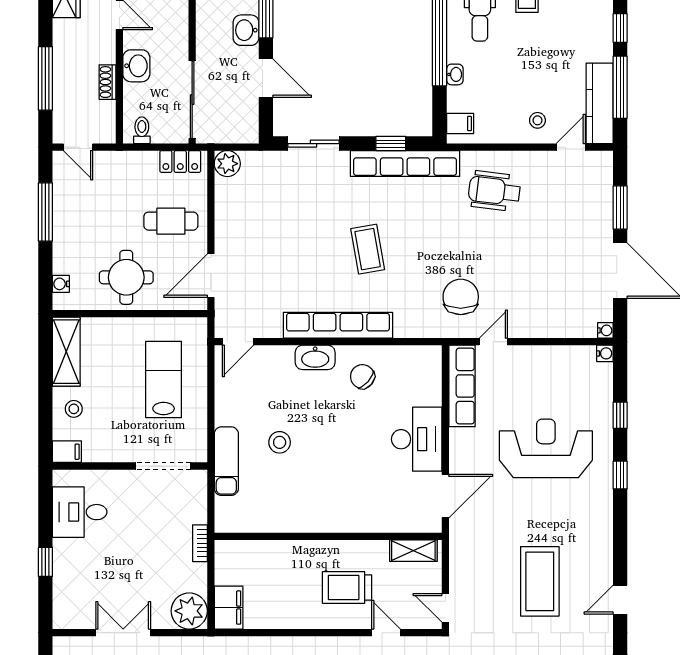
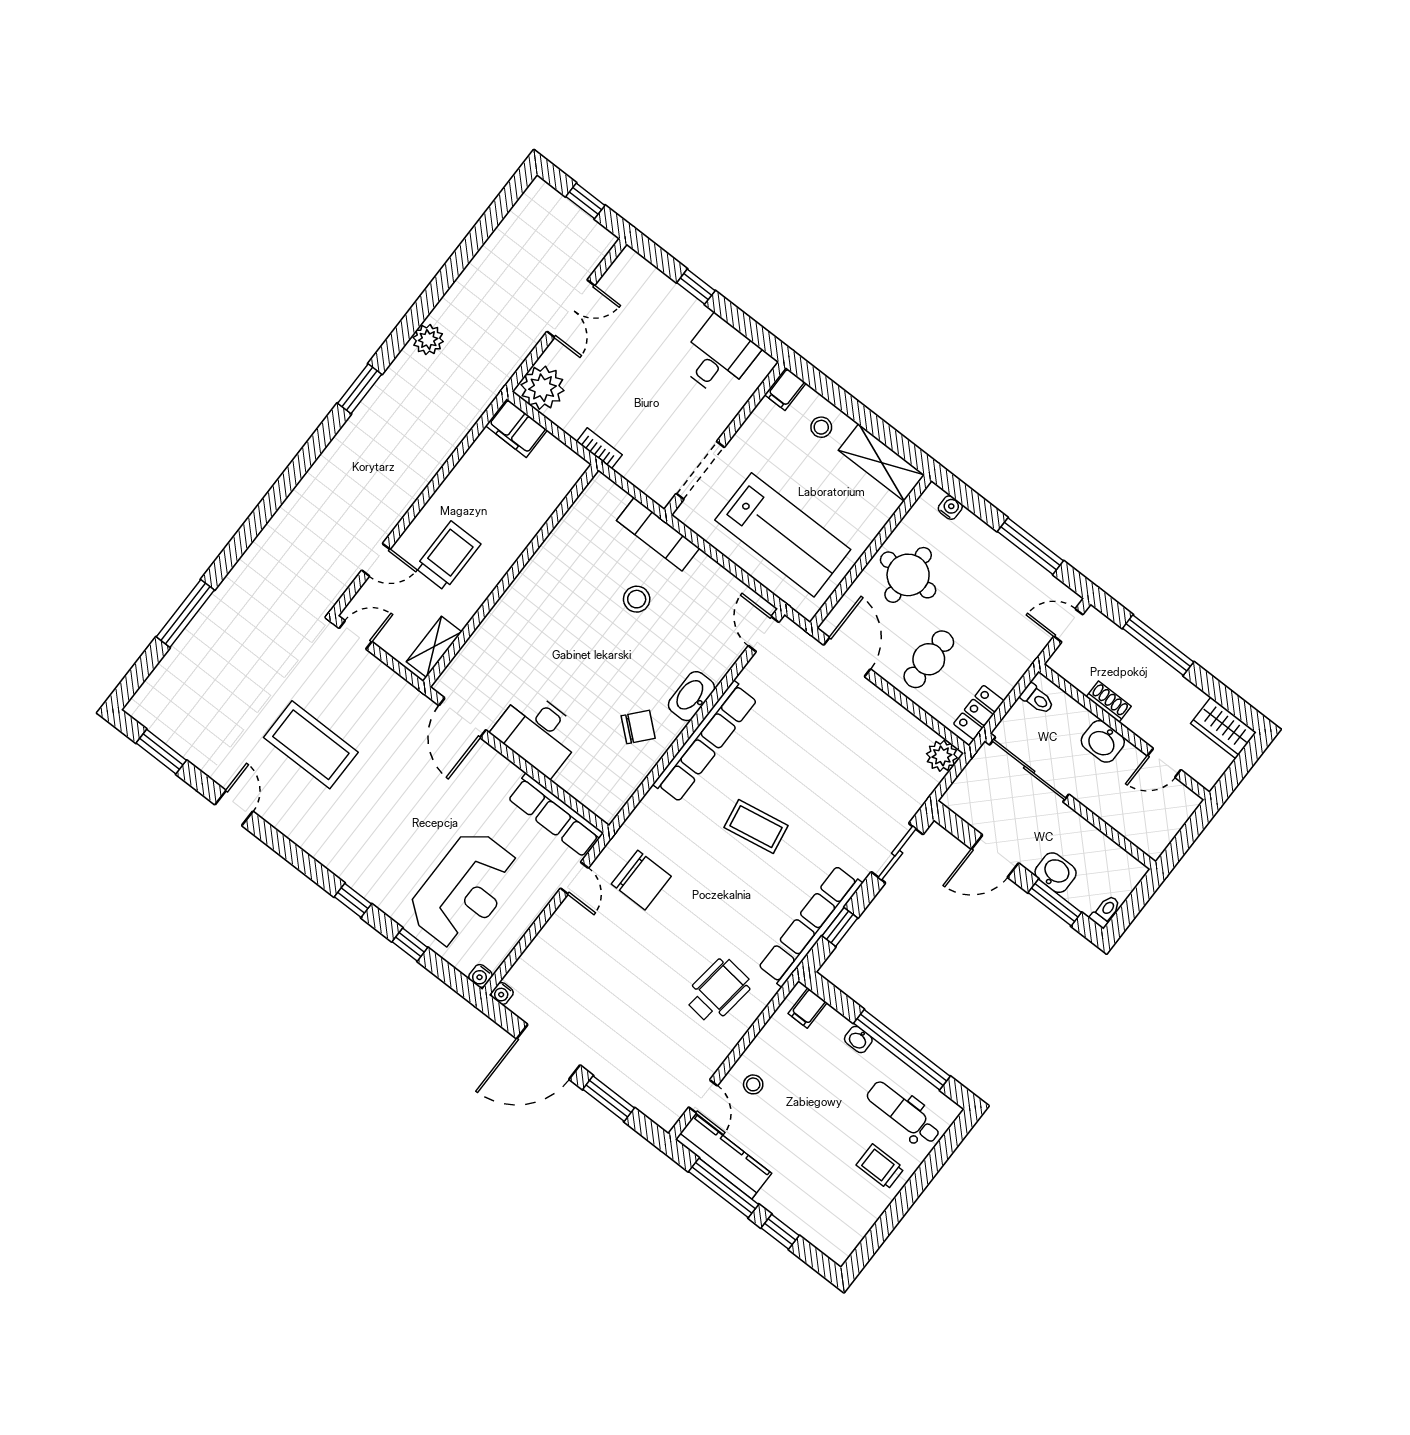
lab bench: (164, 380) -> (783, 535), width x1.36, depth x1.39
reception desk: (546, 448) -> (464, 890), moved

